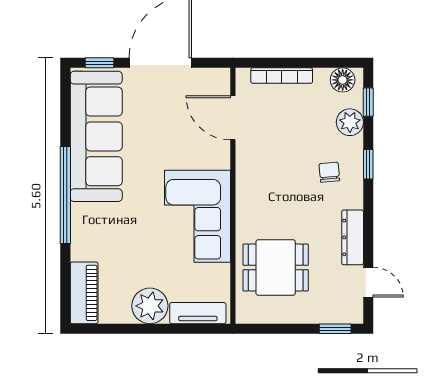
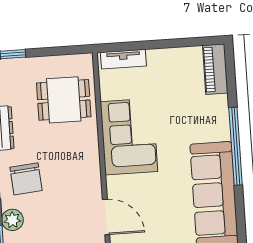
chair: (329, 172) -> (26, 179), width x1.87, depth x1.87
plant: (150, 306) -> (162, 62), removed

